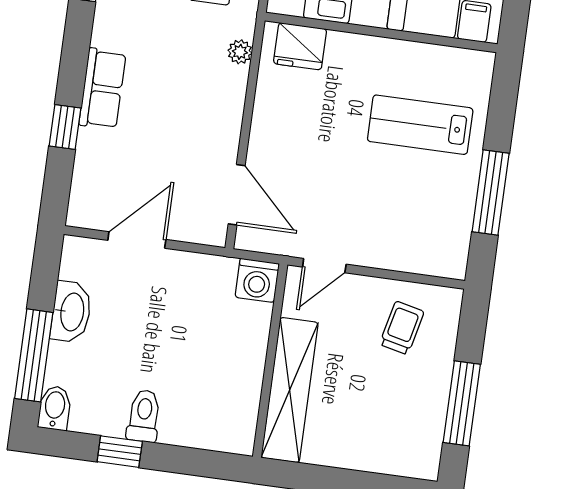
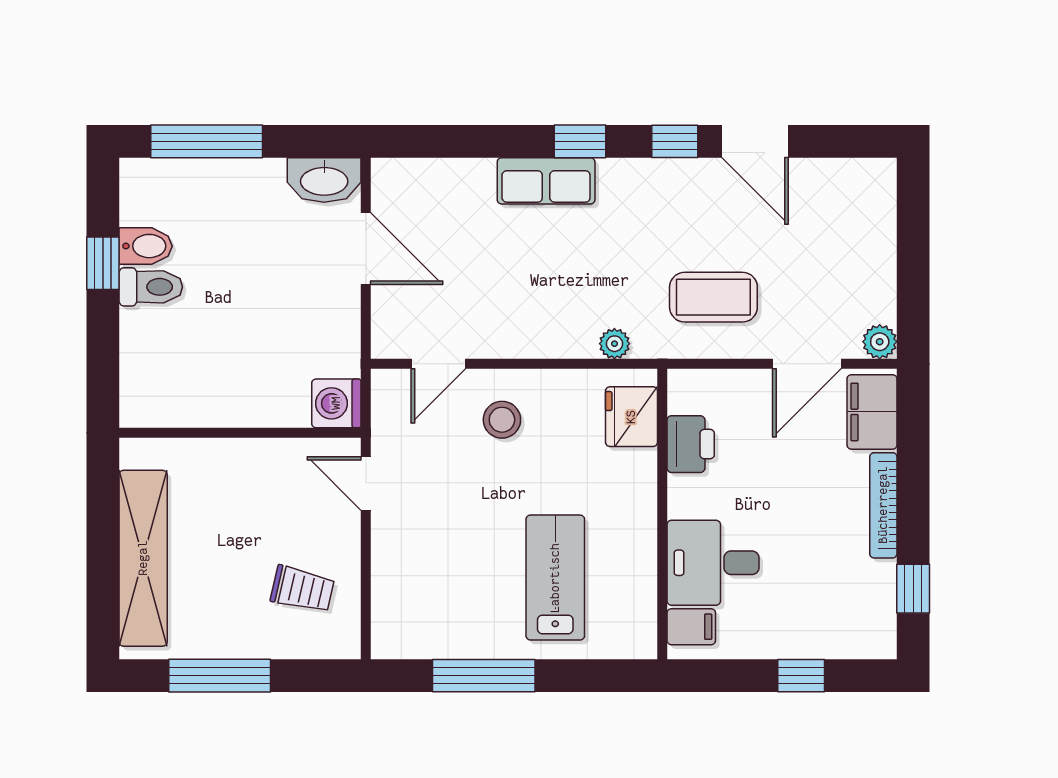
window: (65, 127) -> (580, 141), moved
stool: (288, 150) -> (502, 420), added
door: (237, 195) -> (438, 364), width x0.73
washbasin: (71, 312) -> (324, 180), moved
shelving: (290, 390) -> (143, 558), moved, turned 90
bidet: (55, 408) -> (146, 246), moved

